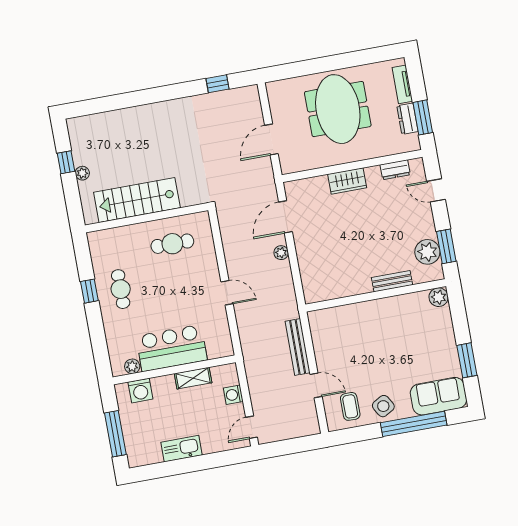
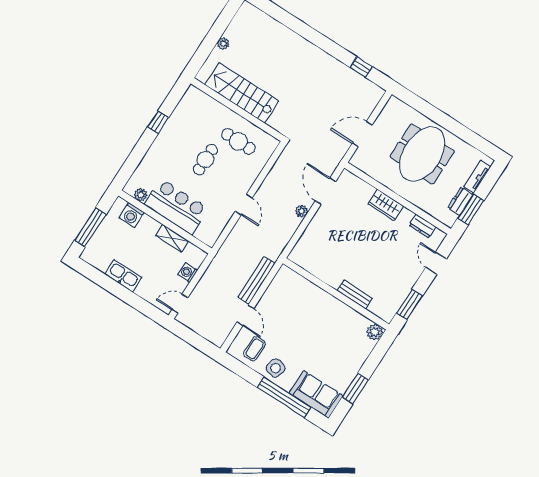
window: (66, 162) -> (219, 27), removed
door: (285, 217) -> (326, 191), hinge flipped
plant: (427, 252) -> (394, 297), removed
cafe table: (121, 289) -> (205, 160), moved
side table: (383, 406) -> (276, 368), turned 45

